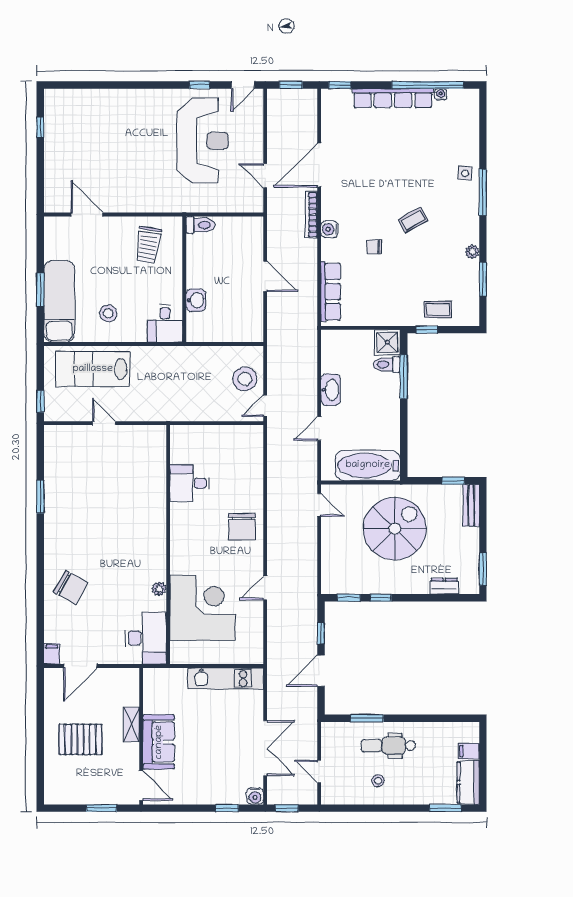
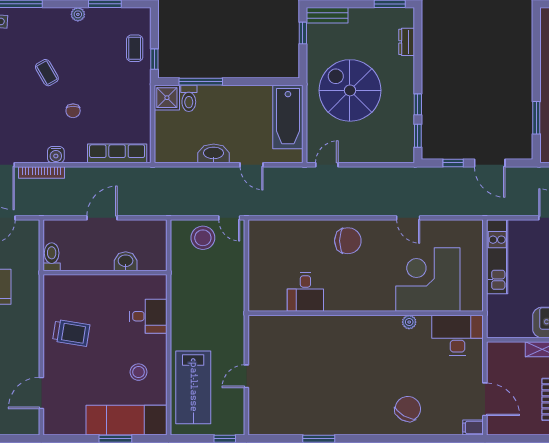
toilet: (200, 225) -> (52, 257), moved
wall: (184, 279) -> (105, 273), moved
washbasin: (196, 300) -> (126, 261), moved

